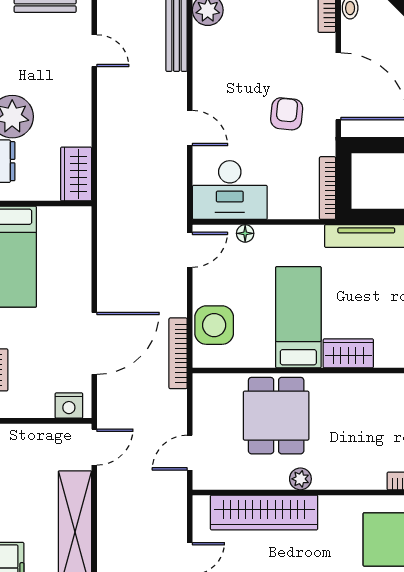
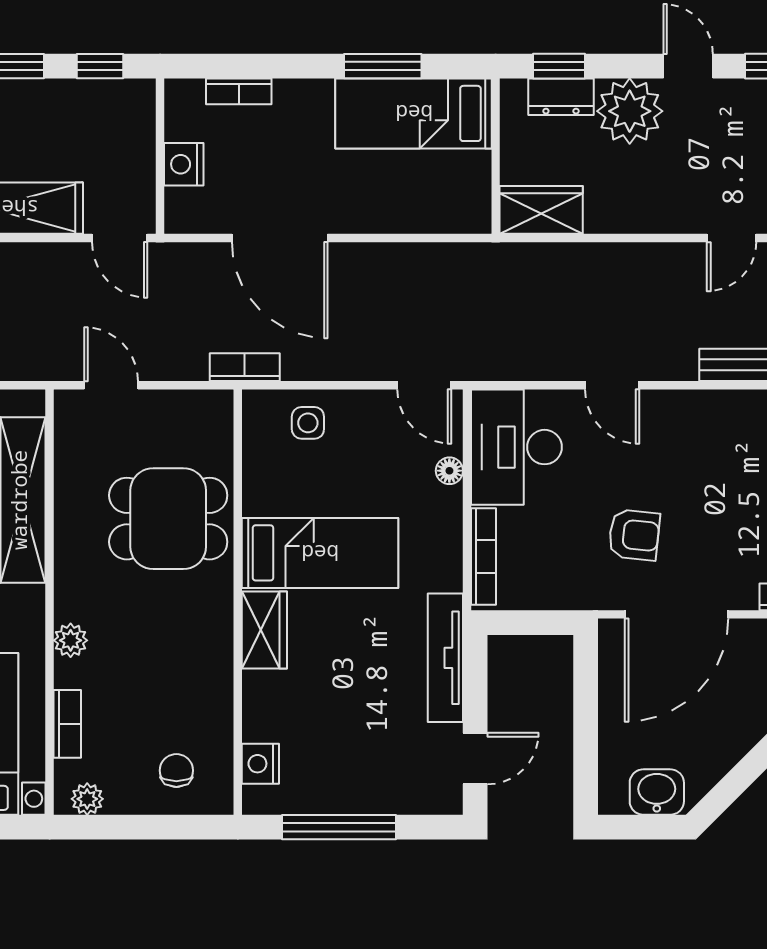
door: (190, 128) -> (612, 385), hinge flipped
bookcase: (328, 188) -> (483, 556), moved, turned 90
side table: (214, 325) -> (308, 423), width x0.54, depth x0.54
bookcase: (178, 353) -> (245, 367), width x0.64
nightstand: (69, 406) -> (184, 164), moved
plant: (300, 479) -> (71, 640), moved

